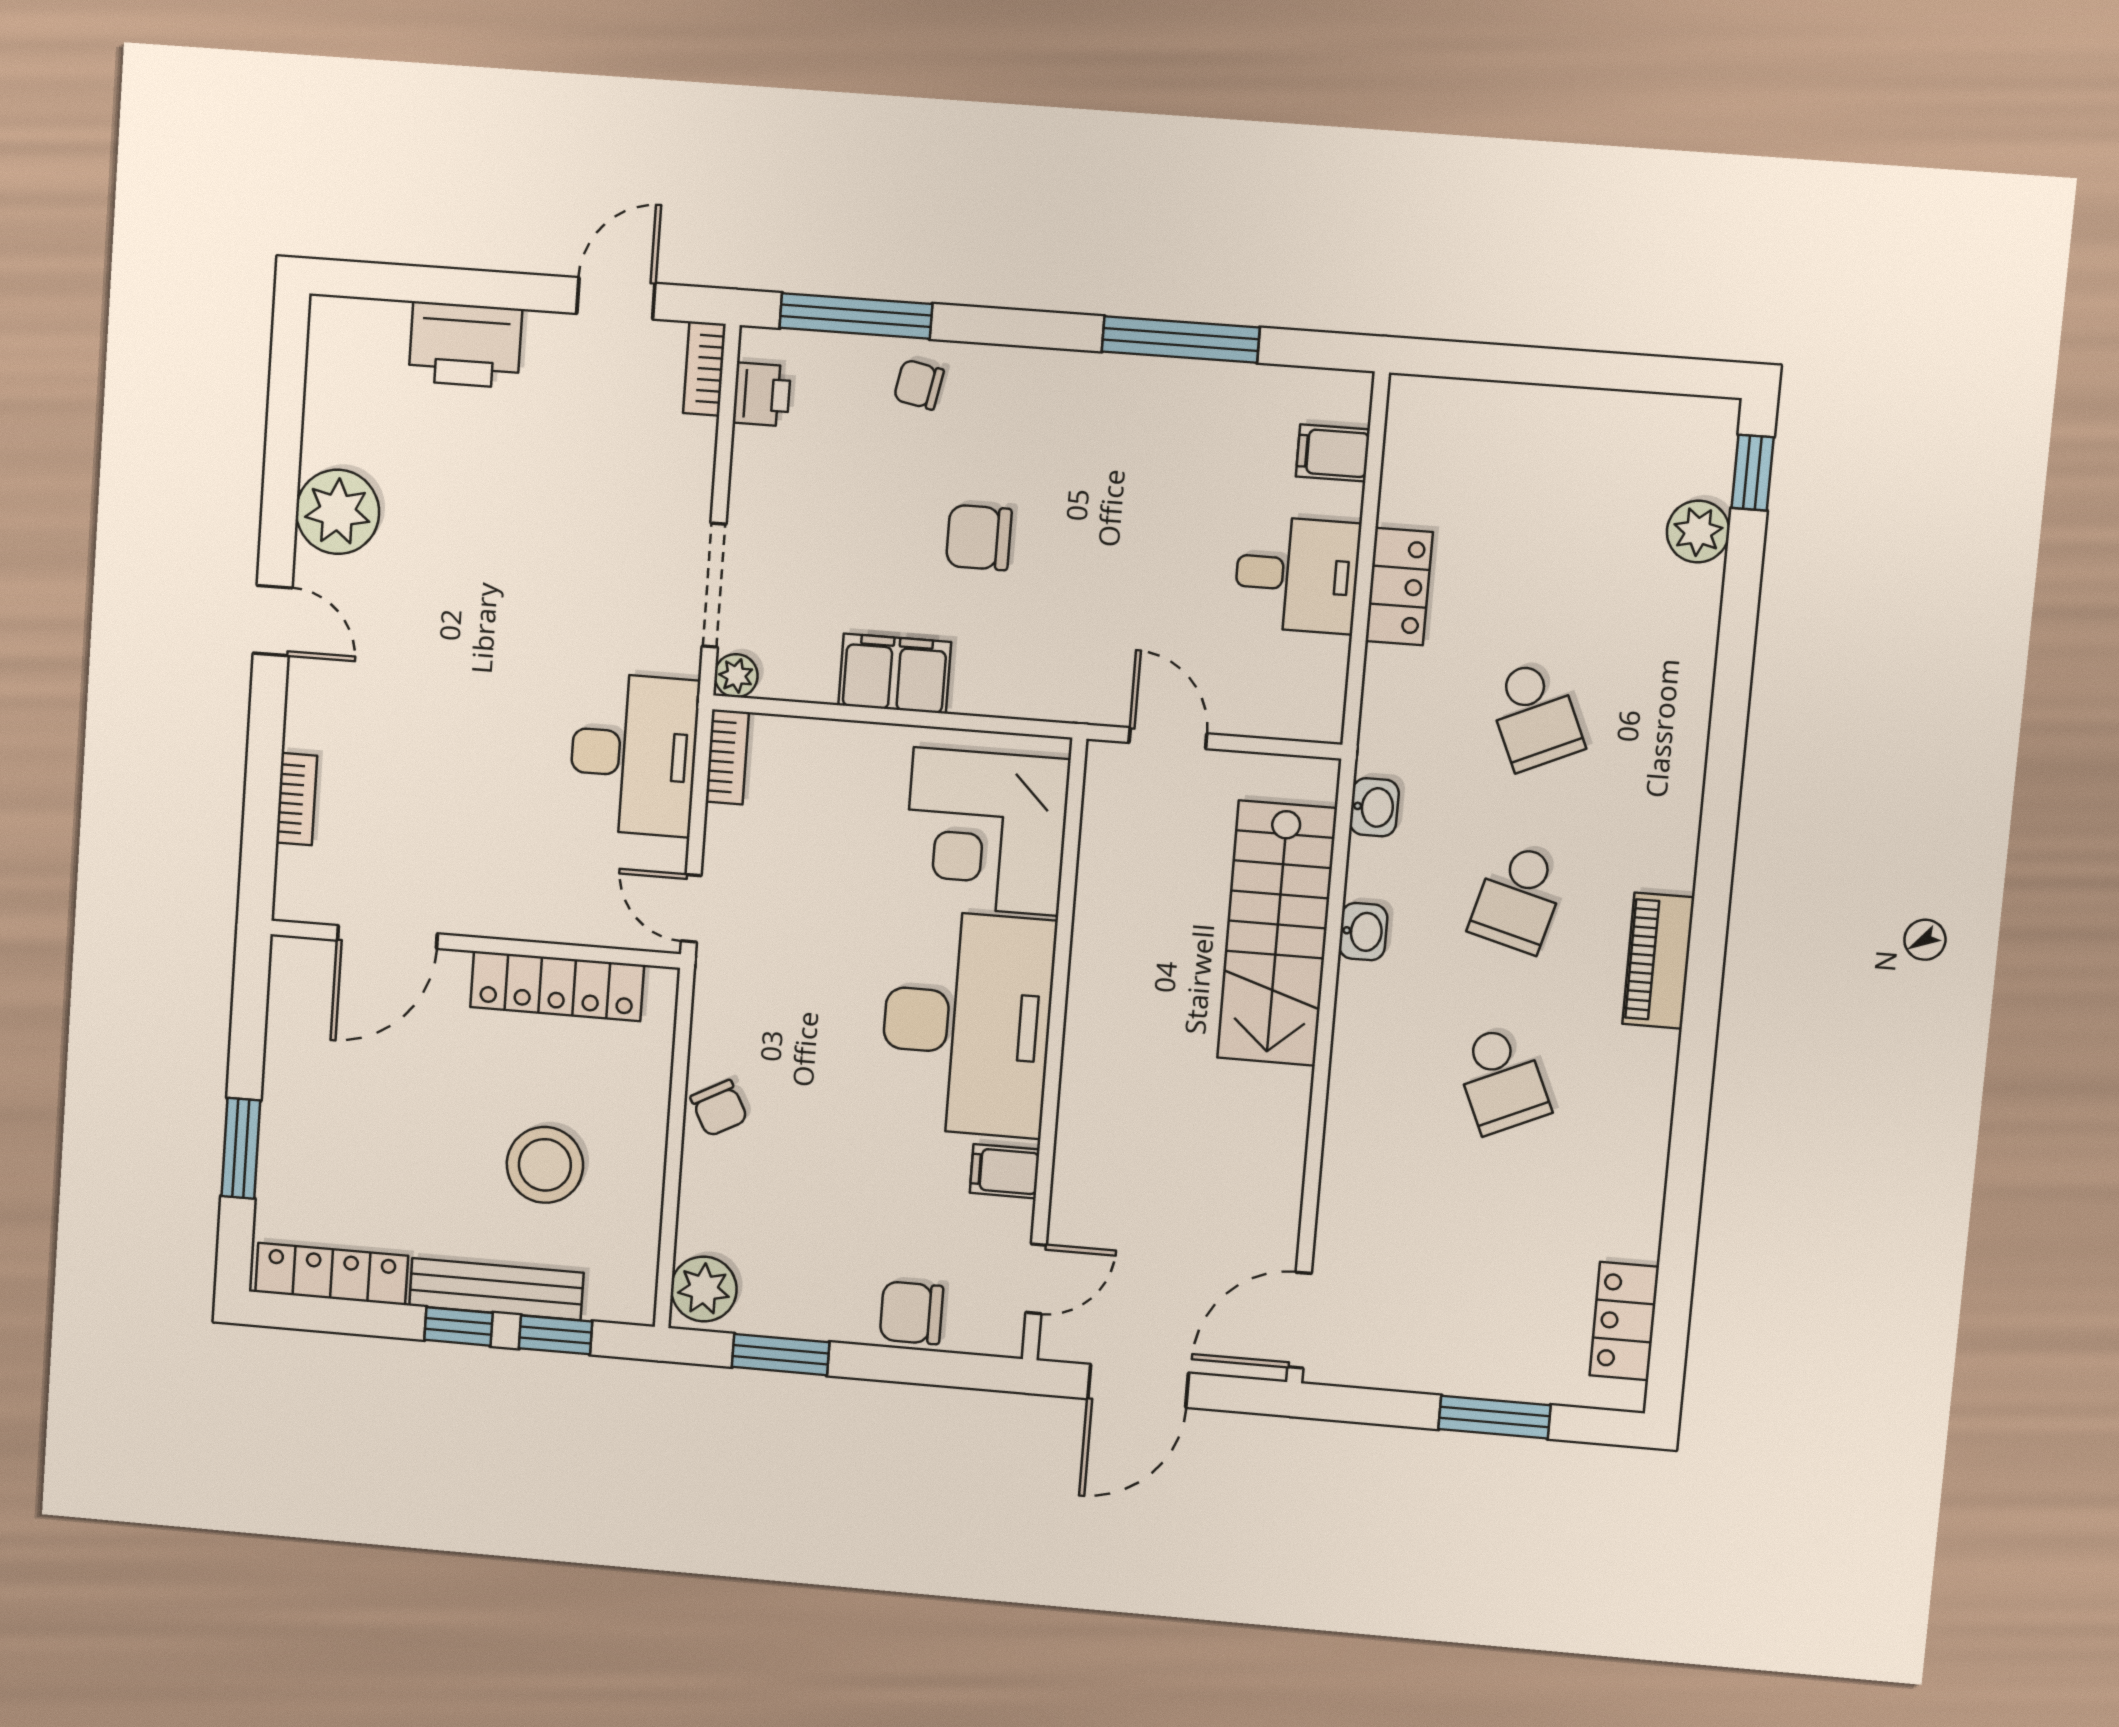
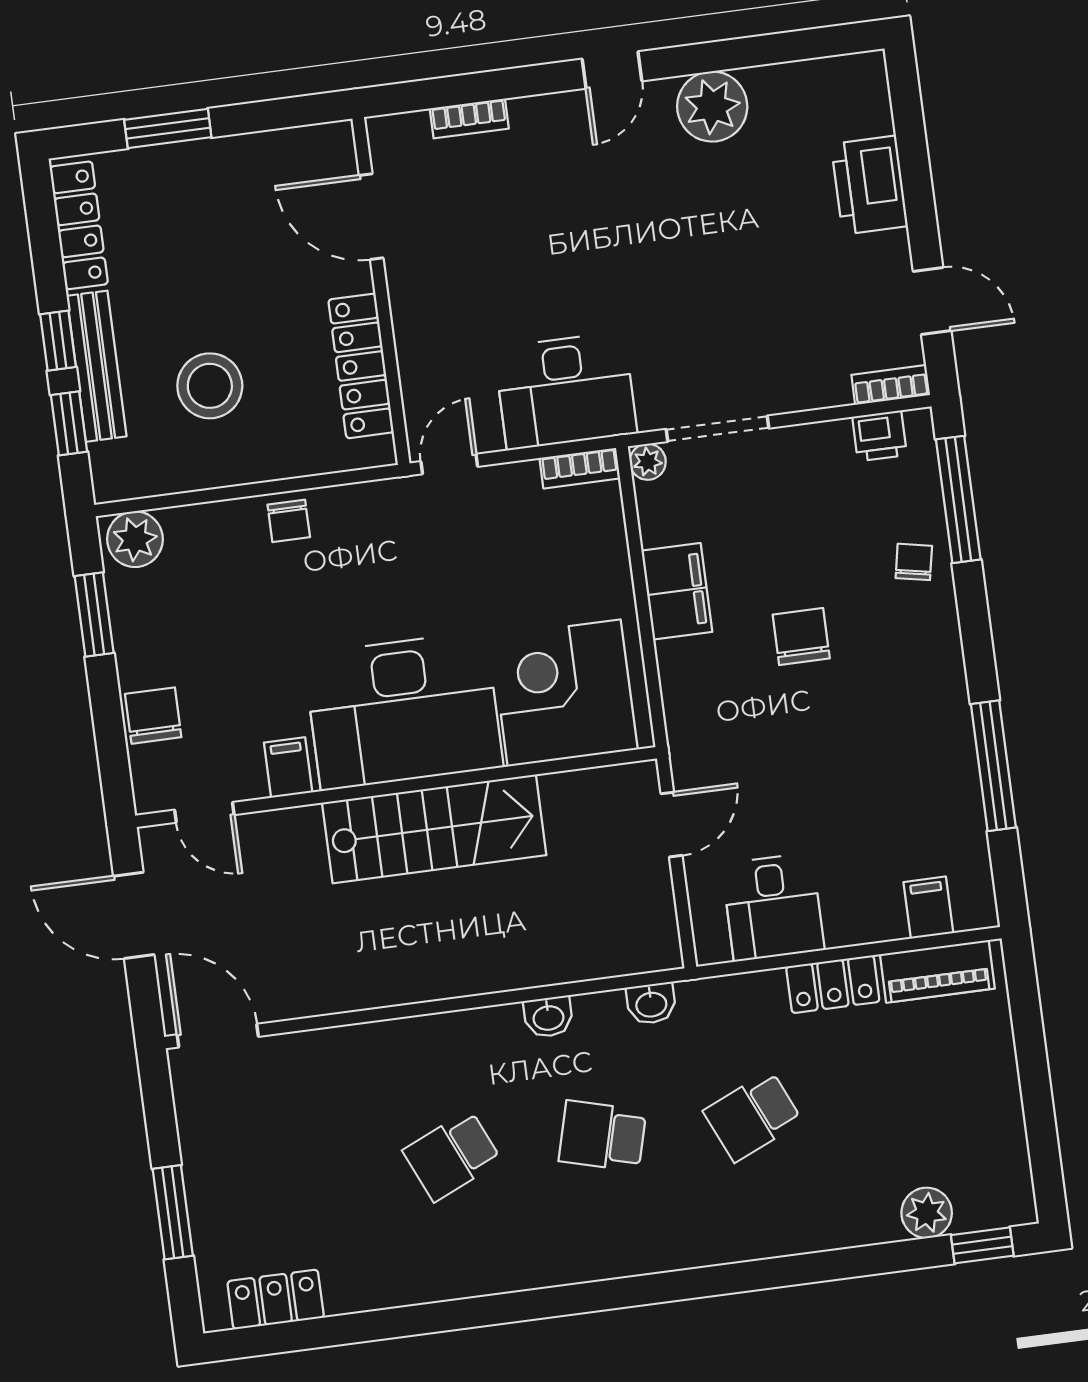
desk: (1297, 575) -> (773, 907), moved
stairs: (1277, 933) -> (434, 829), moved, turned 180
piano: (1658, 961) -> (937, 971), moved, turned 180
chair: (719, 1108) -> (289, 521), turned -62

